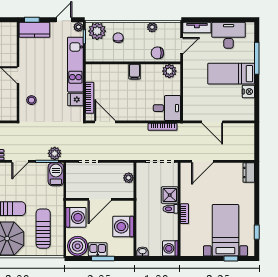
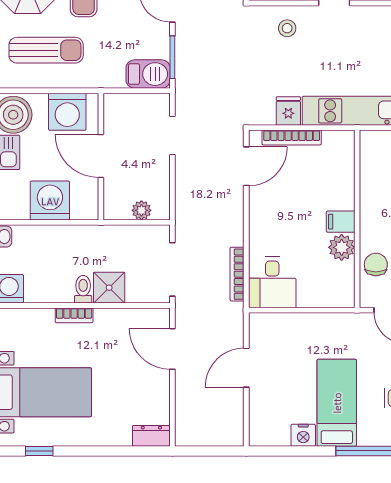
plant: (169, 71) -> (342, 247), moved
plant: (55, 153) -> (187, 72), removed

